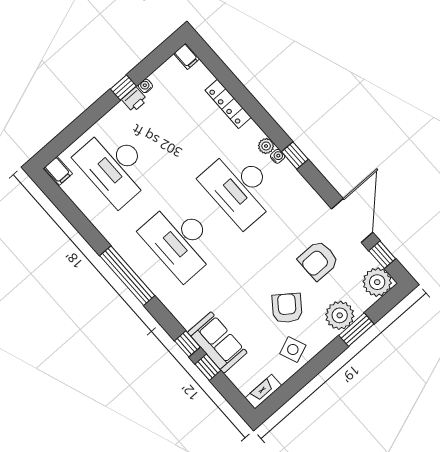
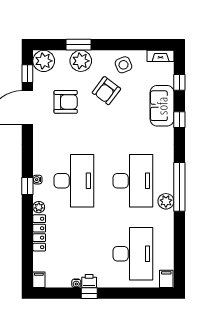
plant: (266, 146) -> (39, 207), moved
window: (295, 156) -> (27, 186), moved
plant: (128, 249) -> (166, 201), added
window: (208, 367) -> (179, 82), moved

